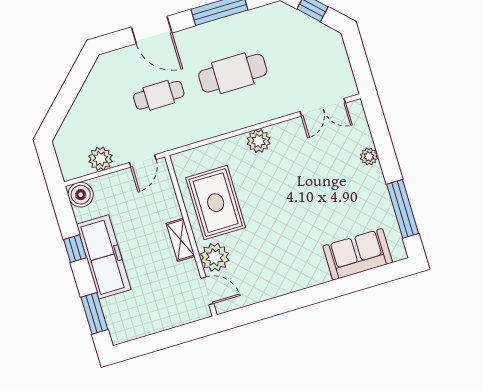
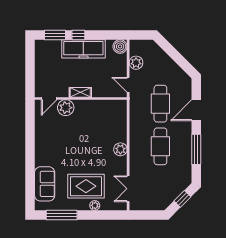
cafe table: (159, 95) -> (160, 104), width x1.37, depth x1.35
rug: (216, 203) -> (86, 186), moved
window: (75, 249) -> (78, 35), moved

